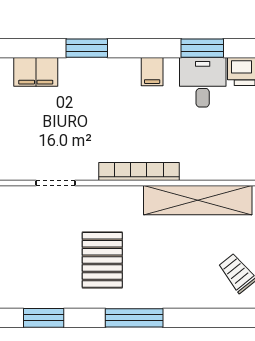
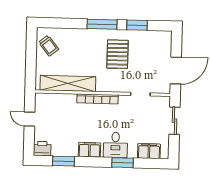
filing cabinet: (152, 72) -> (89, 150), width x2.00
desk: (203, 82) -> (115, 145), moved
window: (44, 318) -> (137, 25), moved

